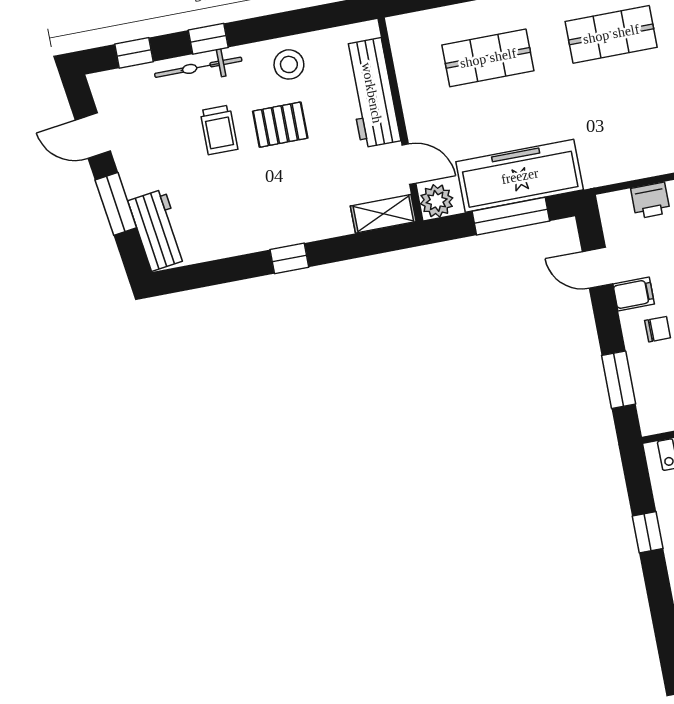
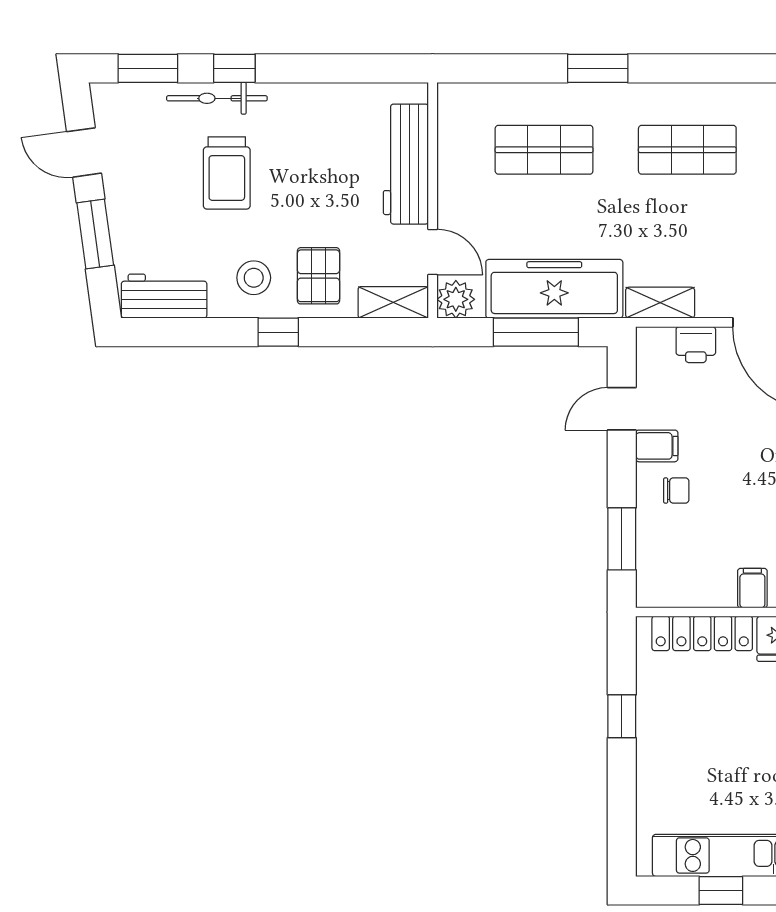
window: (134, 53) -> (148, 68), width x1.50
stool: (289, 64) -> (254, 278), moved
pallet: (280, 125) -> (318, 276), moved, turned 90
trolley: (219, 130) -> (227, 173), width x1.36, depth x1.39
shelving: (613, 170) -> (660, 303), added
workbench: (158, 230) -> (164, 296), moved, turned -82
door: (597, 268) -> (622, 409), hinge flipped

